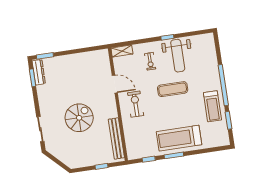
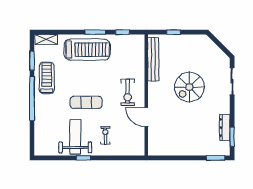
shelving: (122, 51) -> (46, 39), moved
dresser: (39, 72) -> (225, 127), moved

